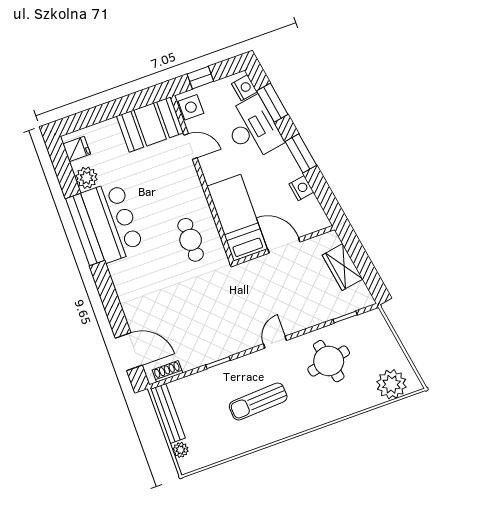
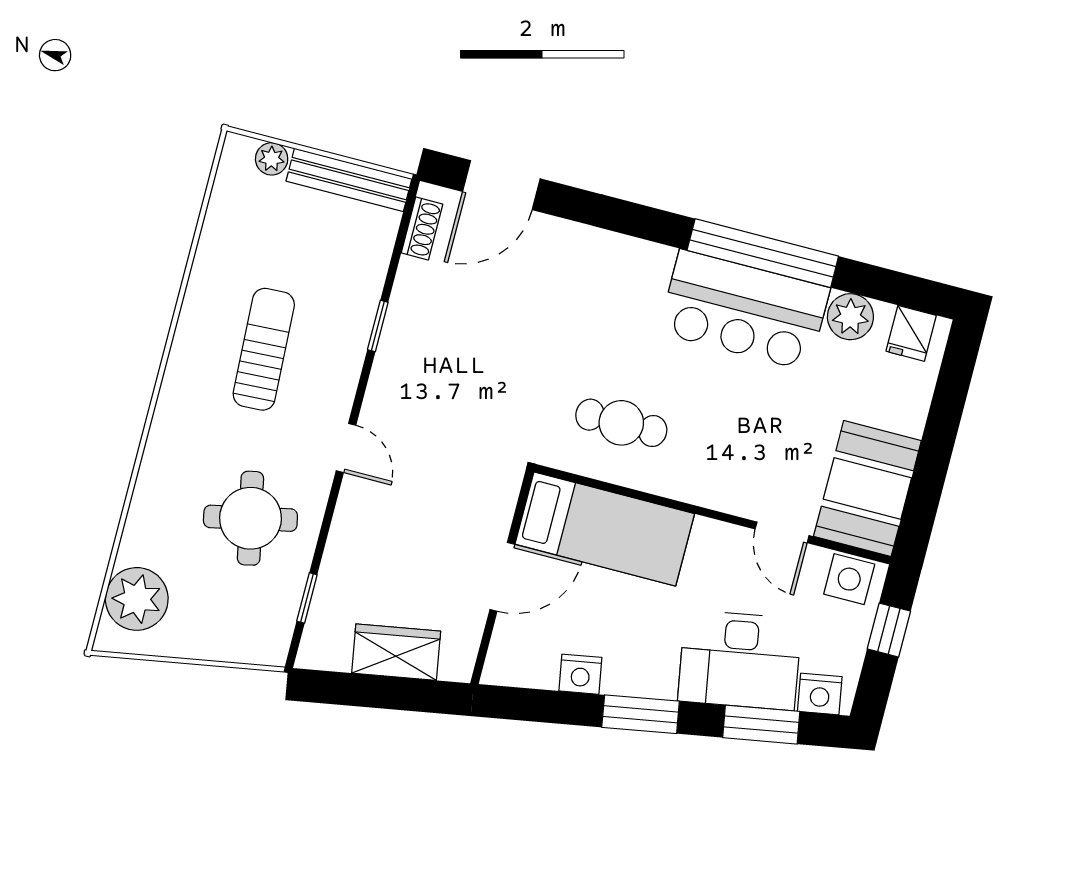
door: (190, 146) -> (782, 532), hinge flipped

